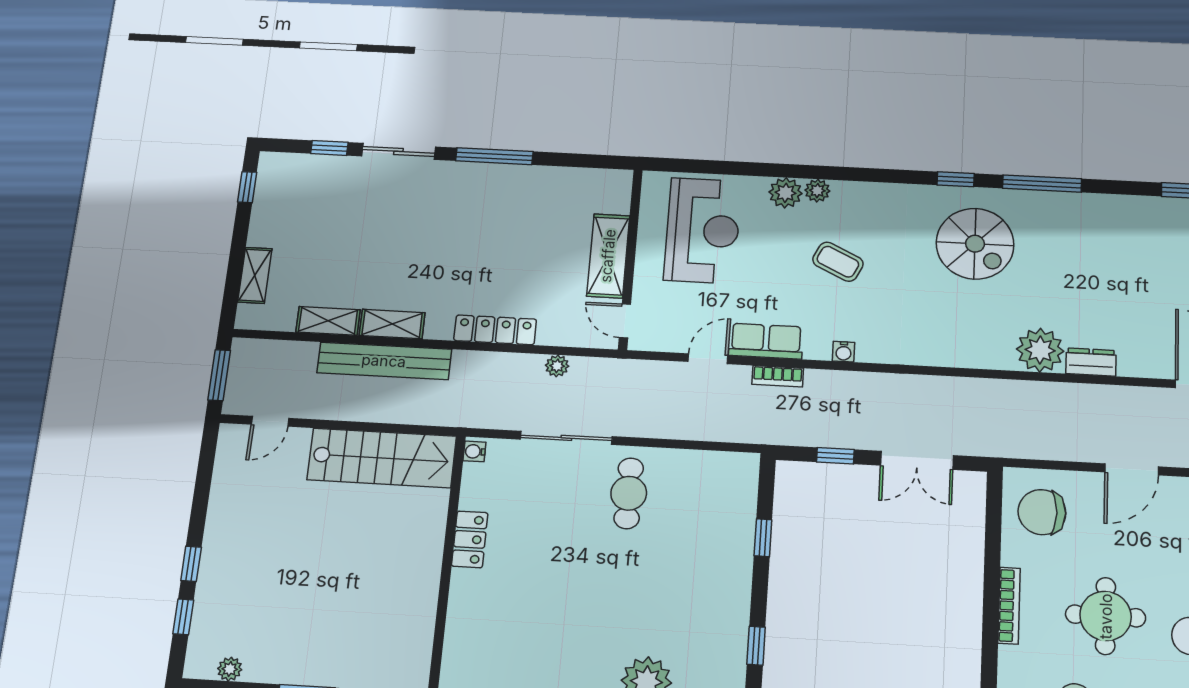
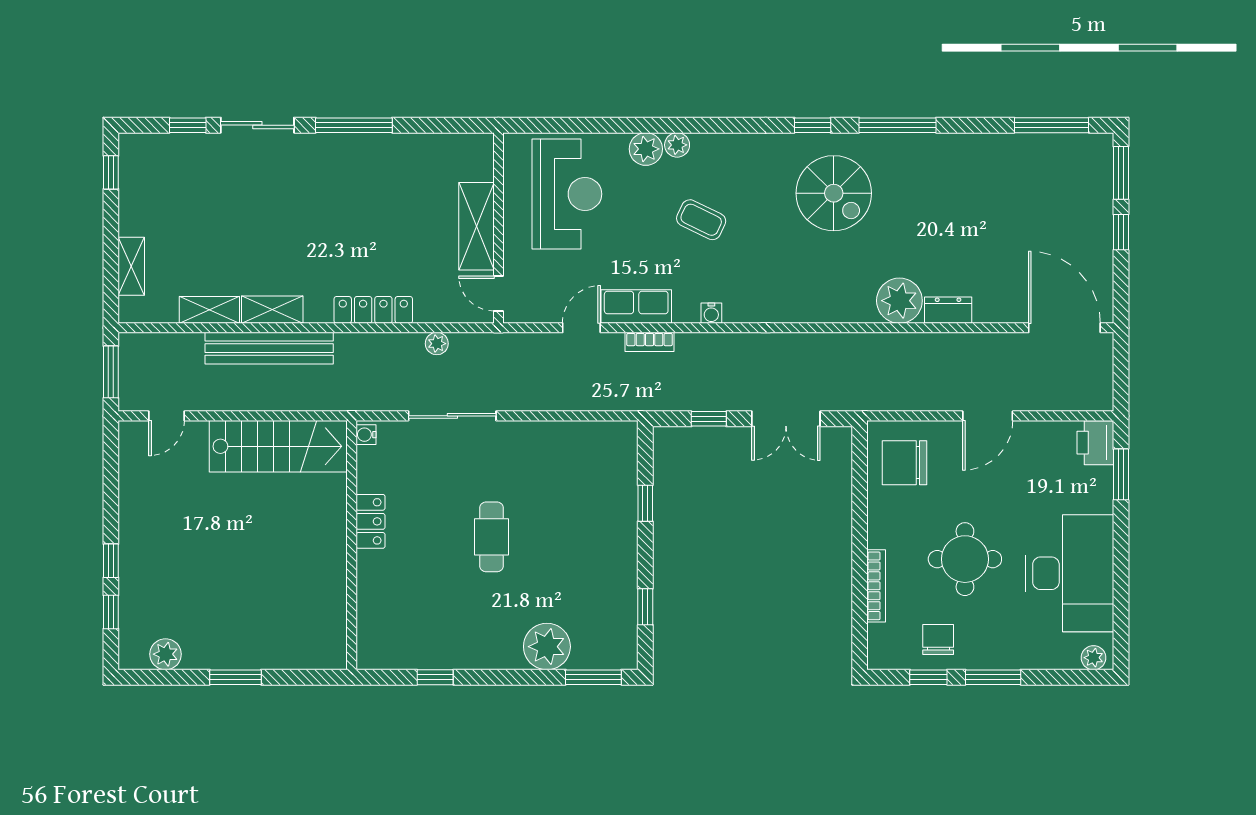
cafe table: (629, 493) -> (491, 537), moved
bookcase: (1009, 606) -> (876, 586), moved
plant: (230, 669) -> (166, 654), width x1.38, depth x1.38

